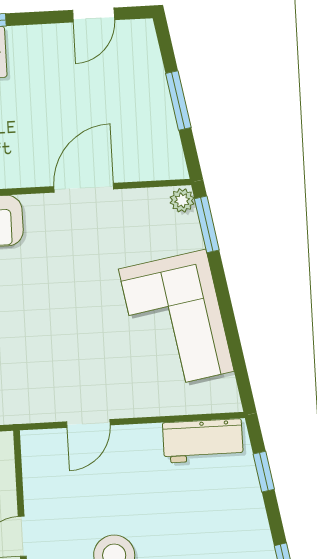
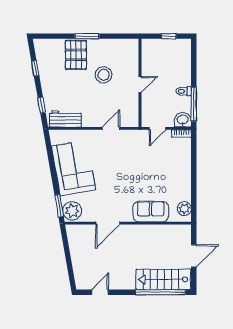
window: (178, 101) -> (68, 256), removed
plant: (182, 200) -> (72, 211), width x1.88, depth x1.88

